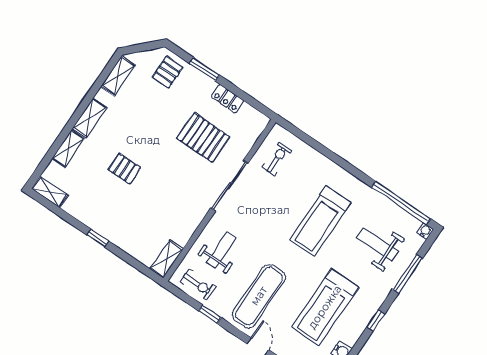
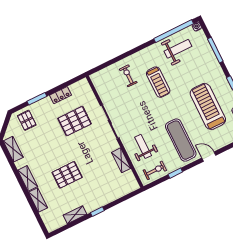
exercise bike: (277, 159) -> (128, 76), moved
pallet: (125, 169) -> (67, 175), width x1.50, depth x1.42
shelving: (50, 192) -> (75, 215), moved
treadmill: (320, 221) -> (158, 82), width x0.73, depth x0.73
weight bench: (378, 244) -> (178, 49), moved, turned 180
shelving: (167, 259) -> (121, 160), moved
treadmill: (325, 307) -> (208, 106), turned 180

